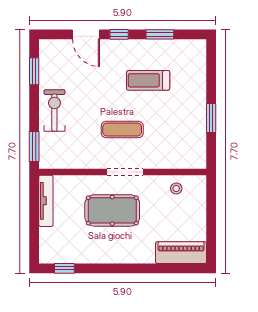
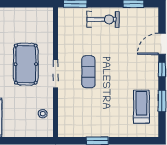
treadmill: (148, 80) -> (141, 107), moved
tv unit: (46, 201) -> (33, 13), removed

